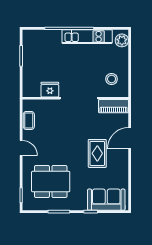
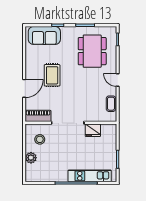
kitchen unit: (87, 37) -> (90, 176), moved
plant: (122, 40) -> (31, 158), moved
dining table: (51, 182) -> (92, 51), turned 90

